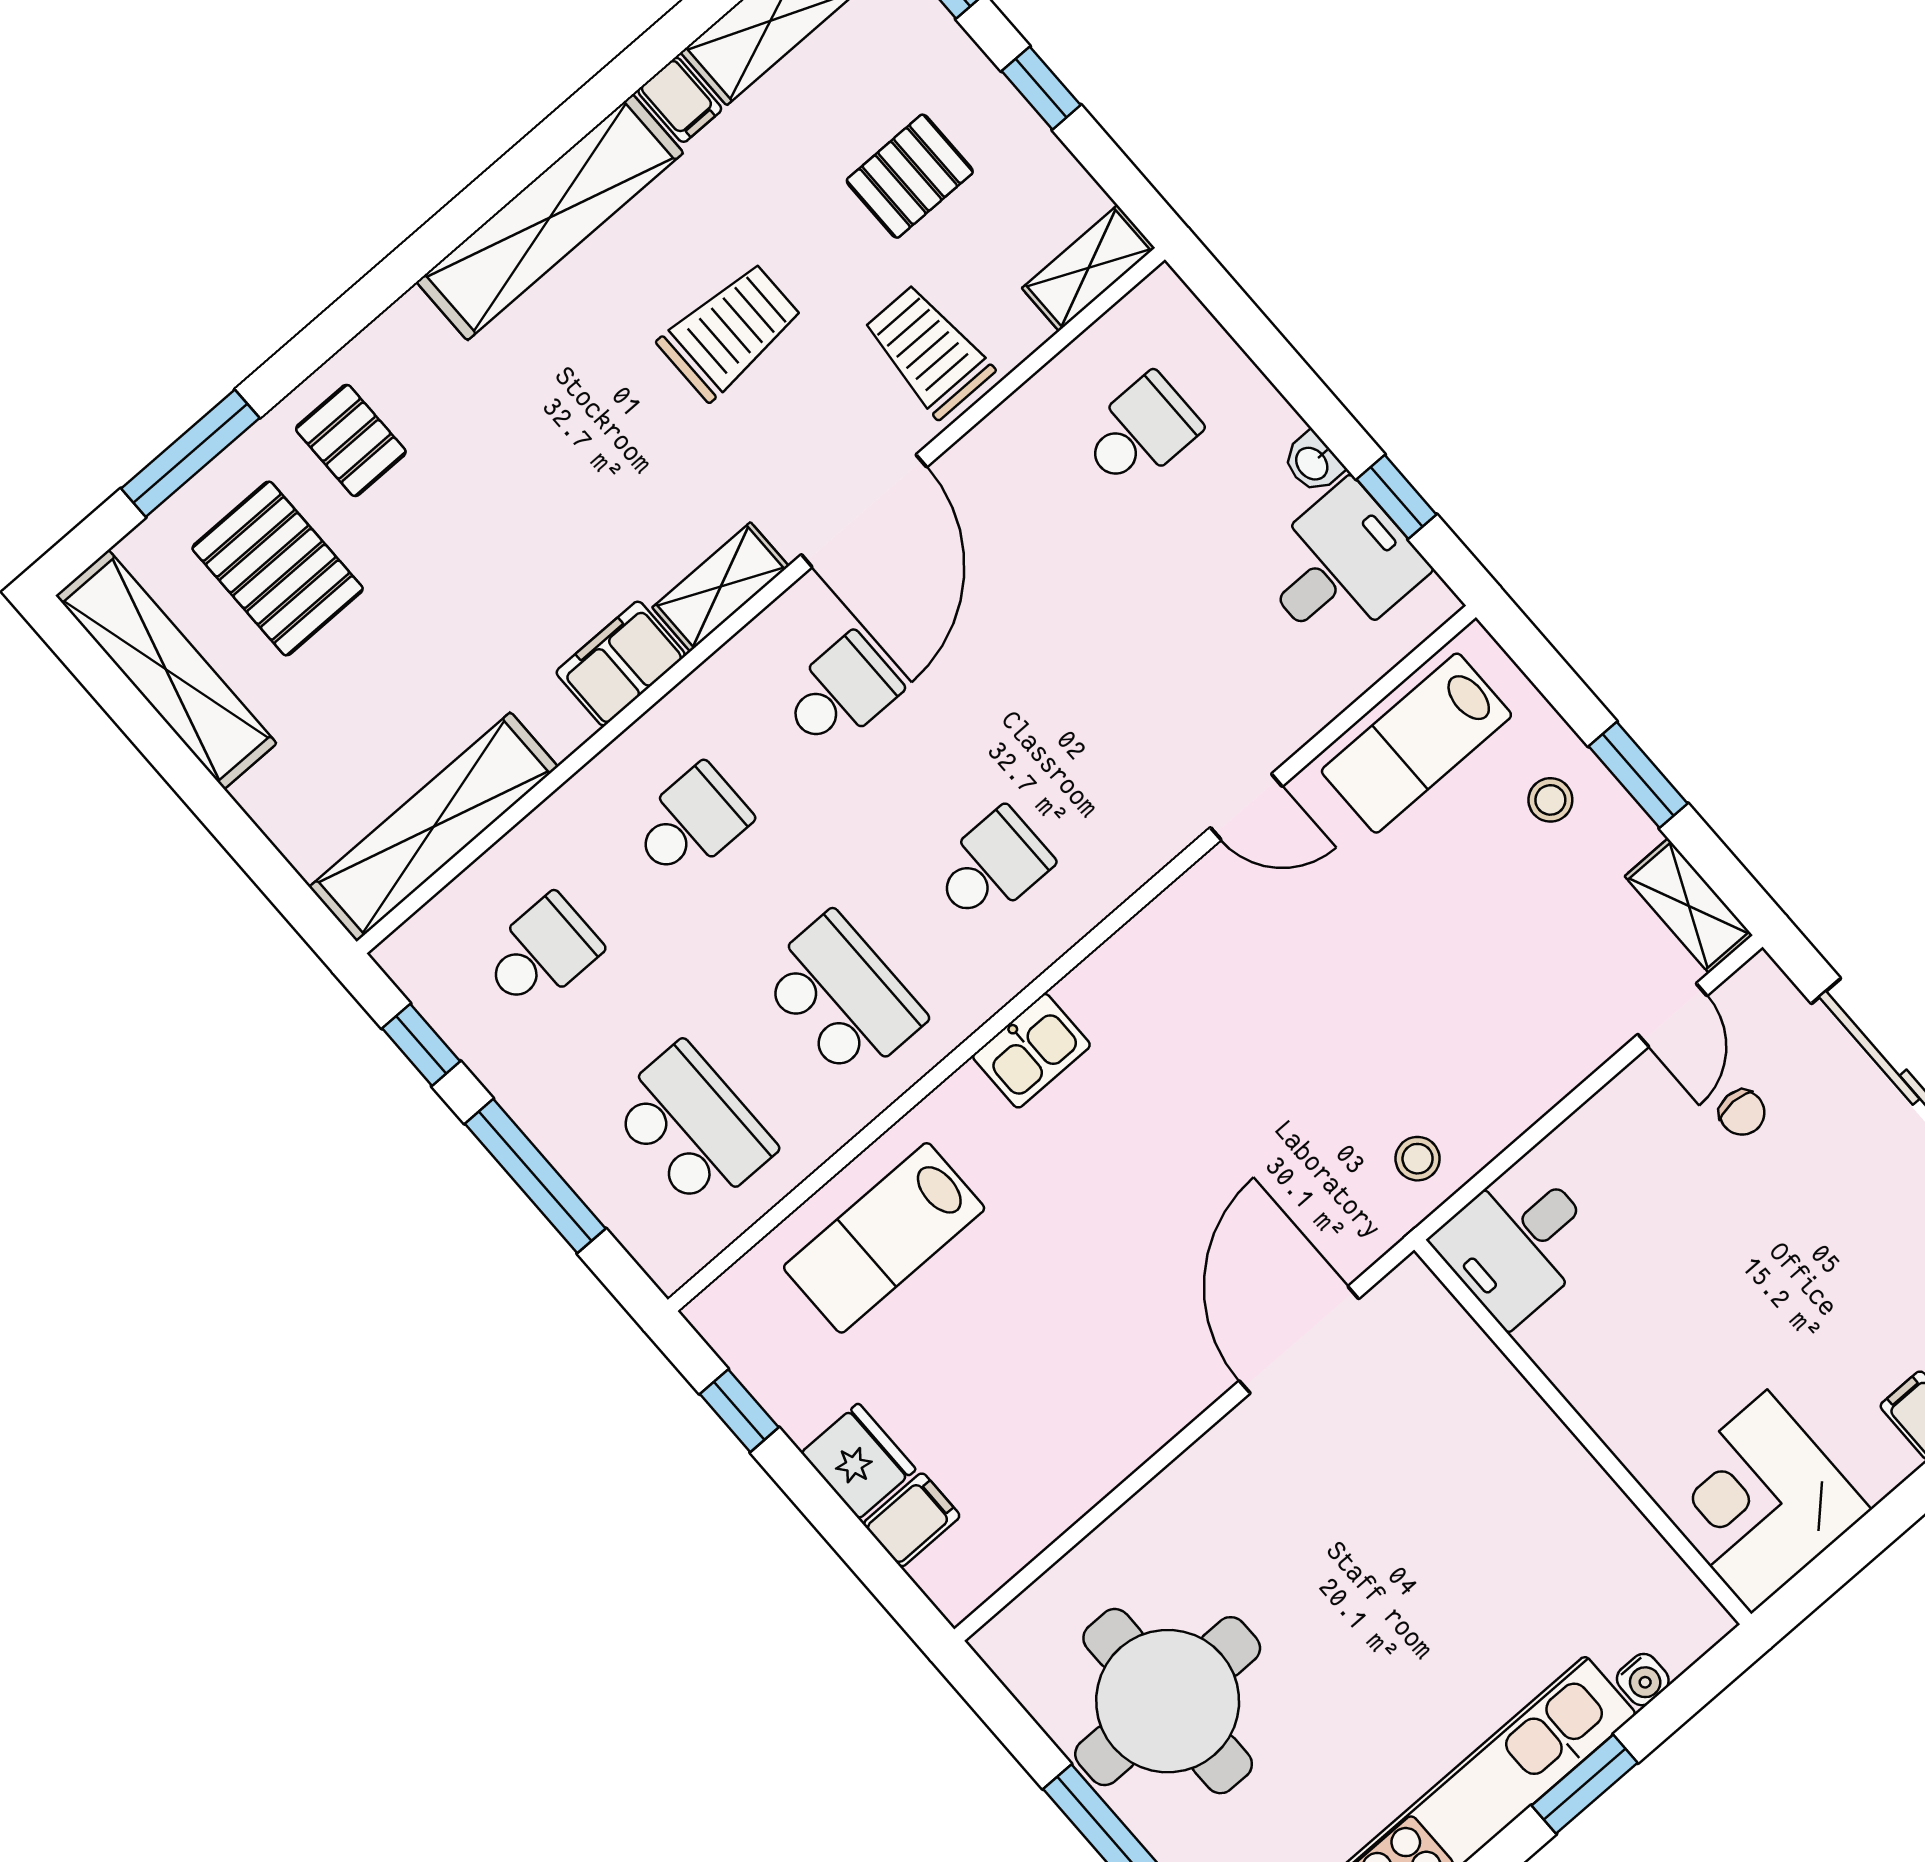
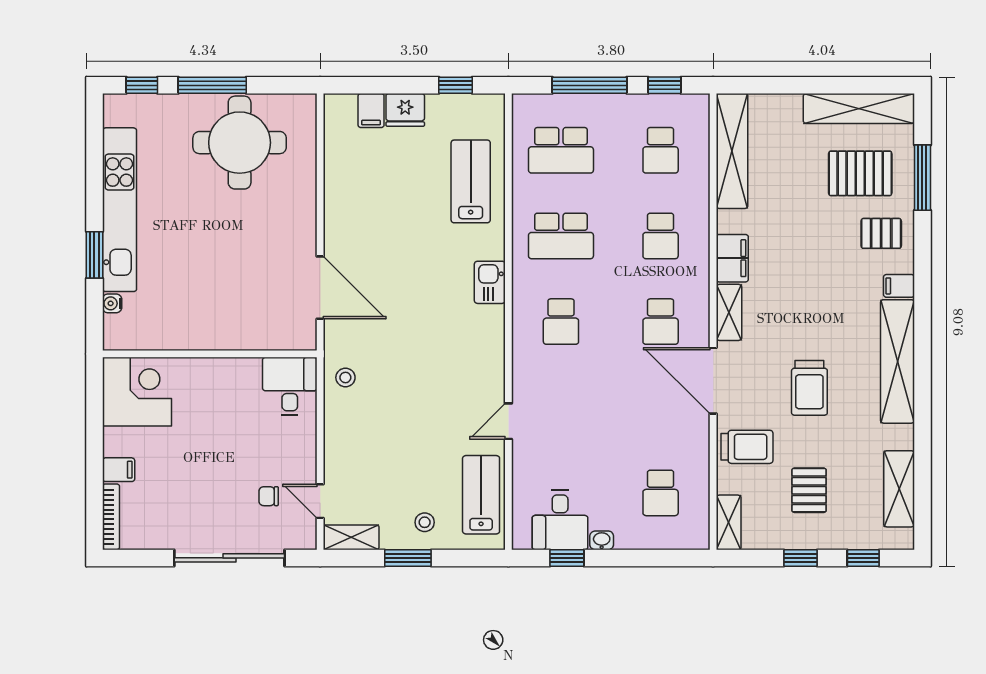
filing cabinet: (680, 100) -> (899, 286), moved

